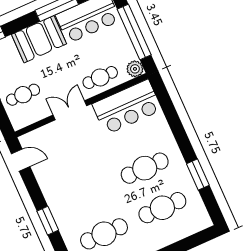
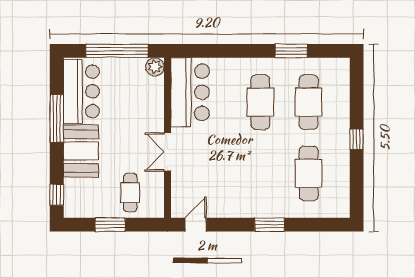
cafe table: (100, 77) -> (148, 106), removed

